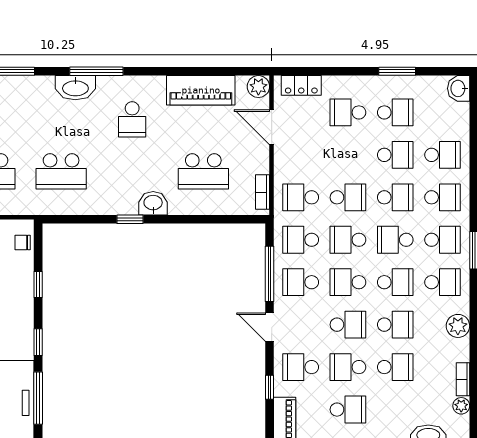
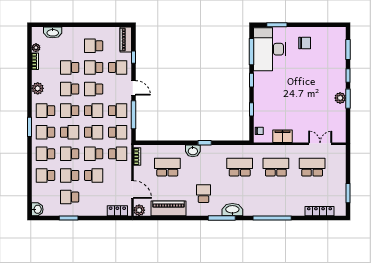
school desk: (348, 112) -> (94, 175), moved
school desk: (348, 367) -> (94, 67), turned 180

